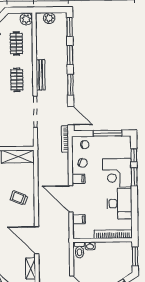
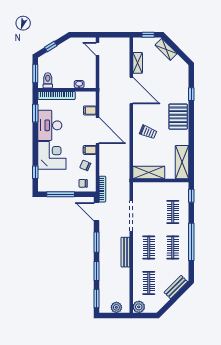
window: (134, 177) -> (35, 113), moved
toilet: (79, 250) -> (48, 80), moved

